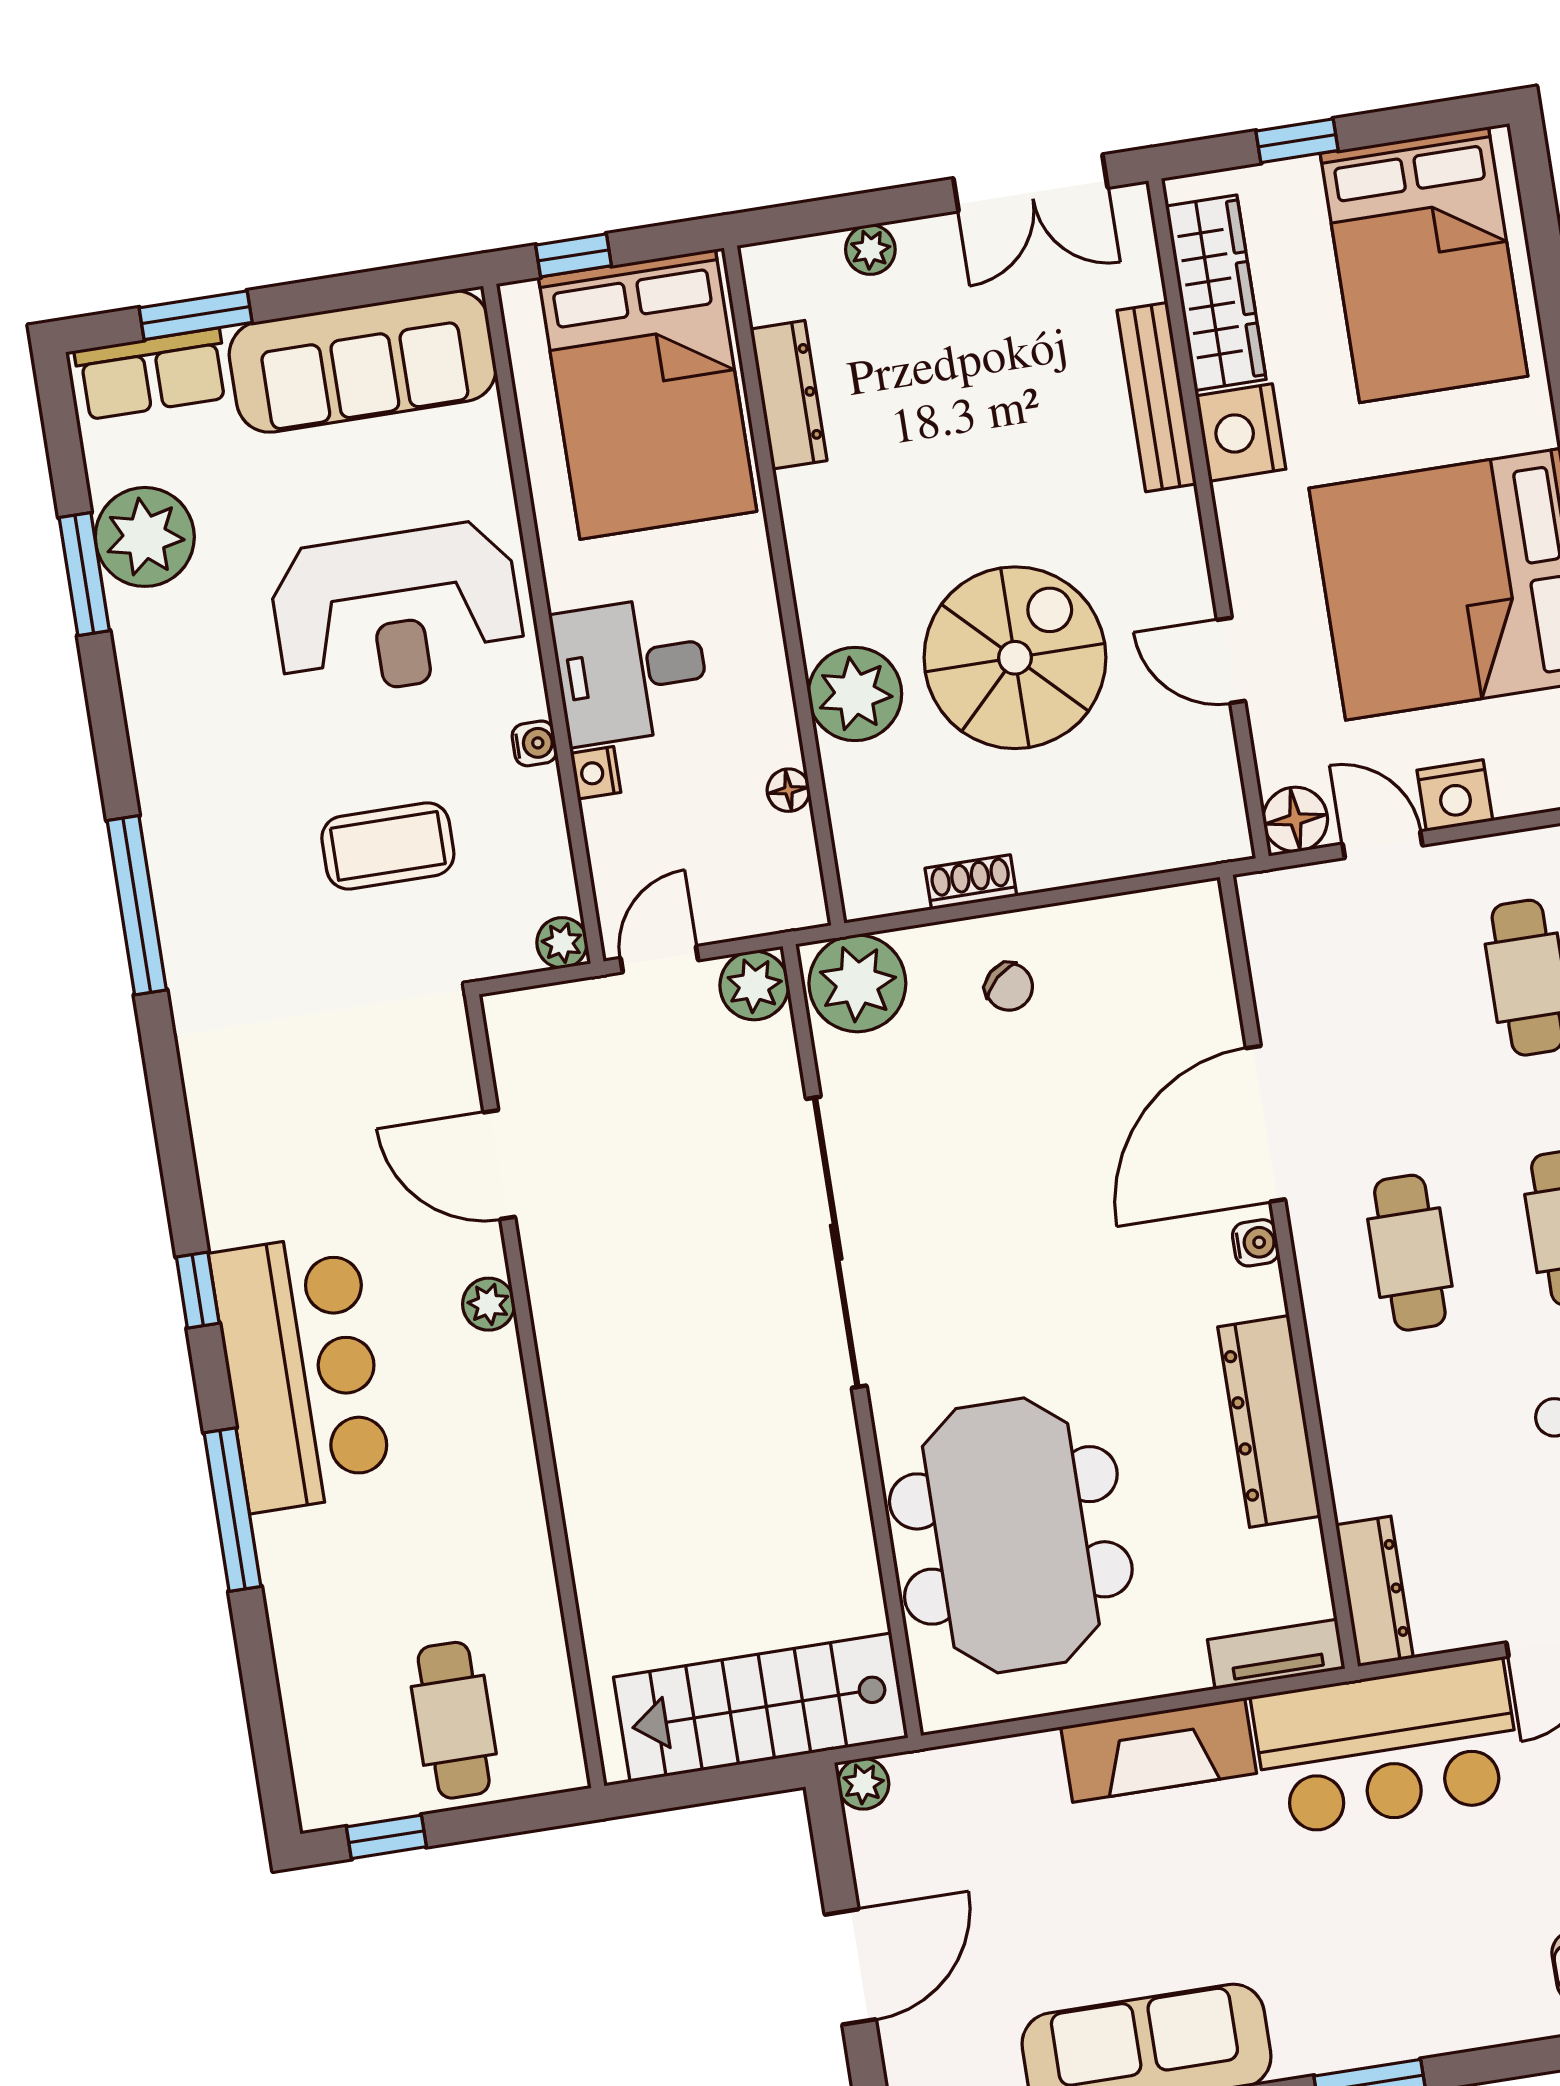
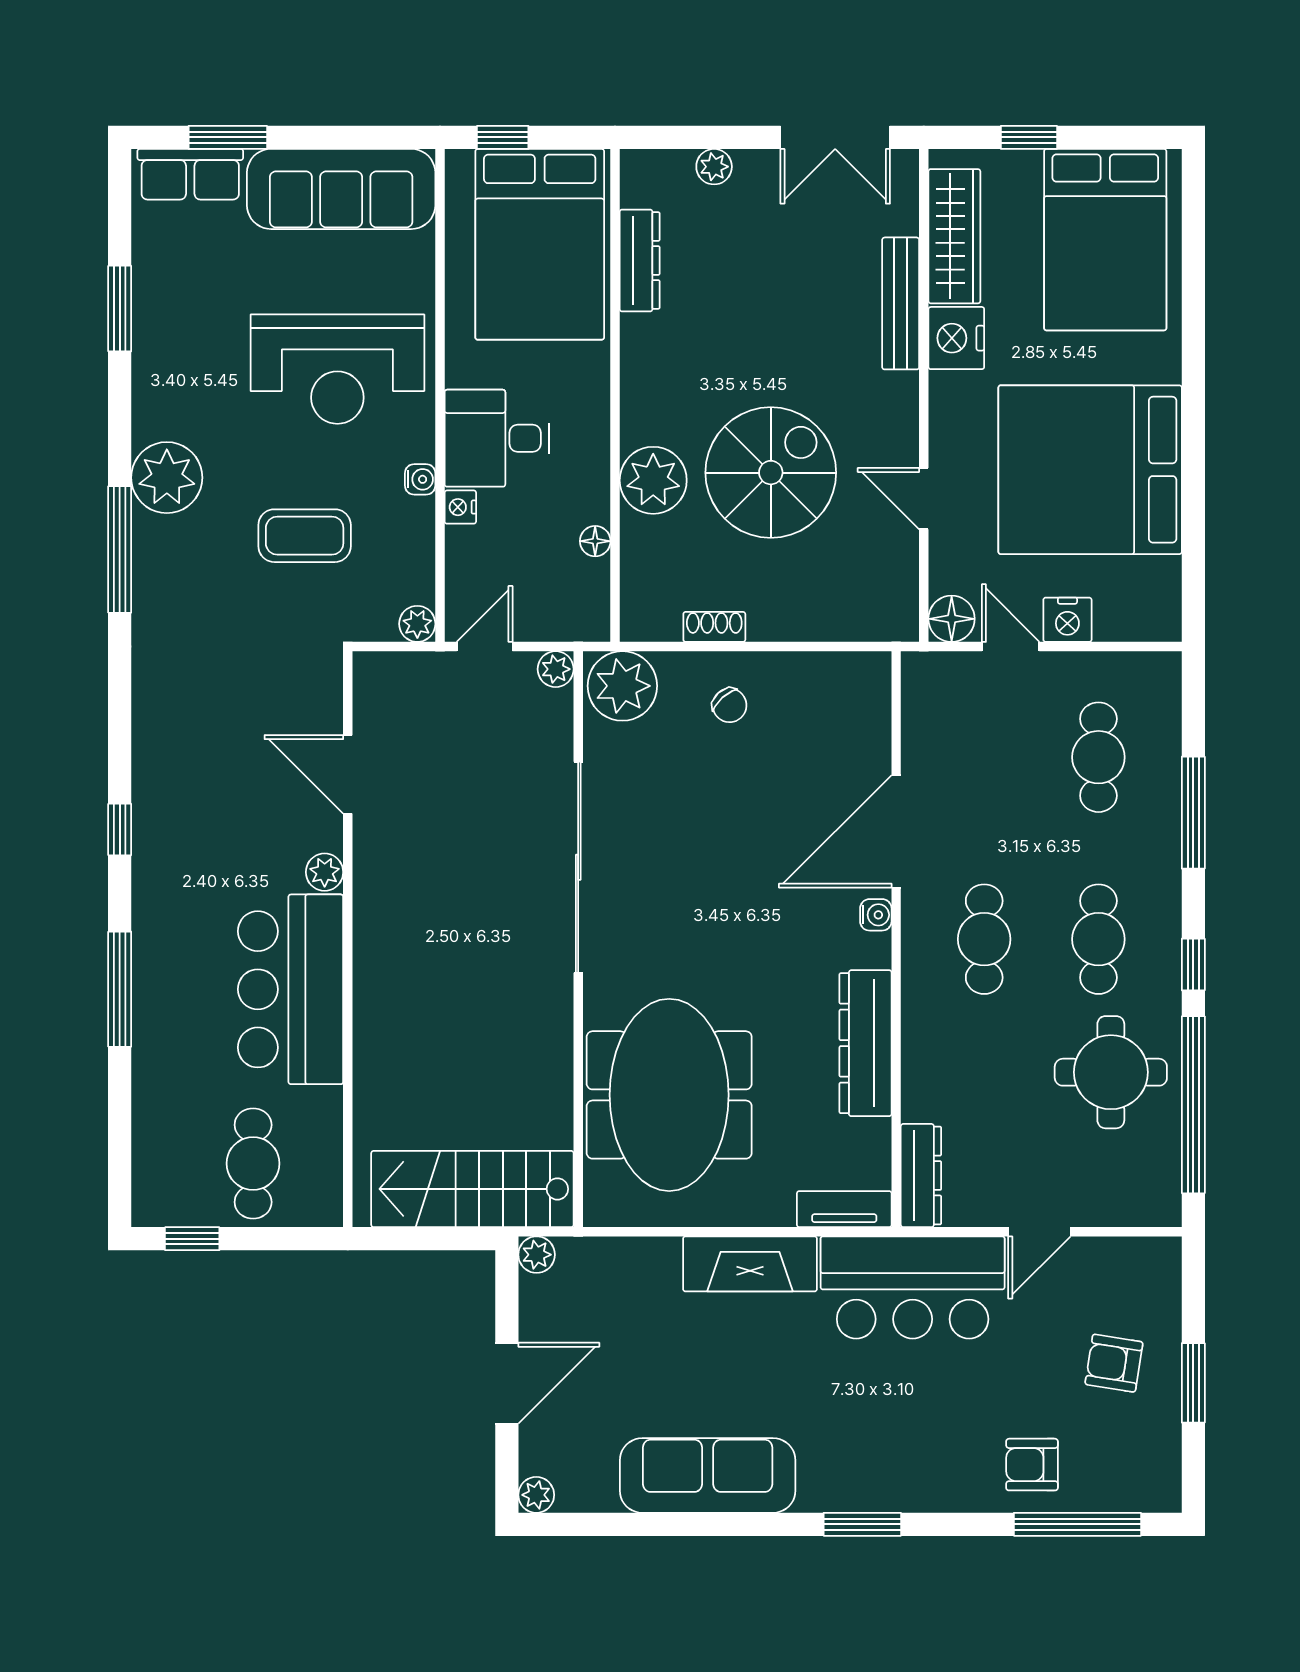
plant: (145, 537) -> (167, 478), moved
plant: (754, 985) -> (556, 669), width x0.73, depth x0.73
bar counter: (301, 1372) -> (291, 989), moved, turned 180

